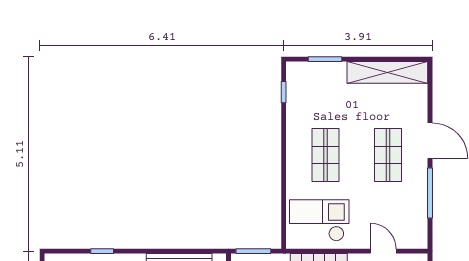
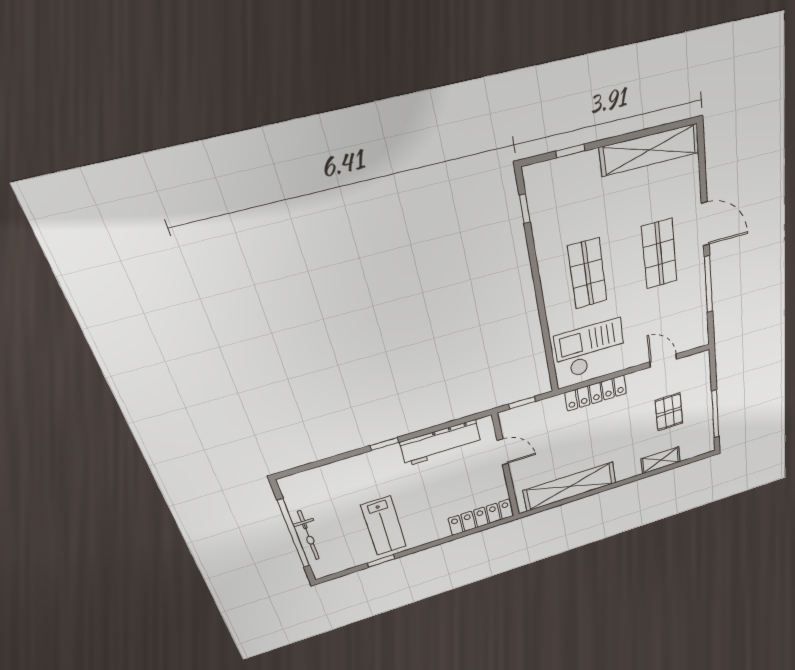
window: (325, 59) -> (570, 151), width x0.67
window: (102, 251) -> (384, 444), moved
window: (253, 251) -> (522, 403), width x0.67

